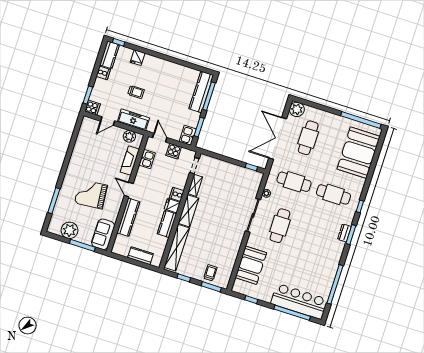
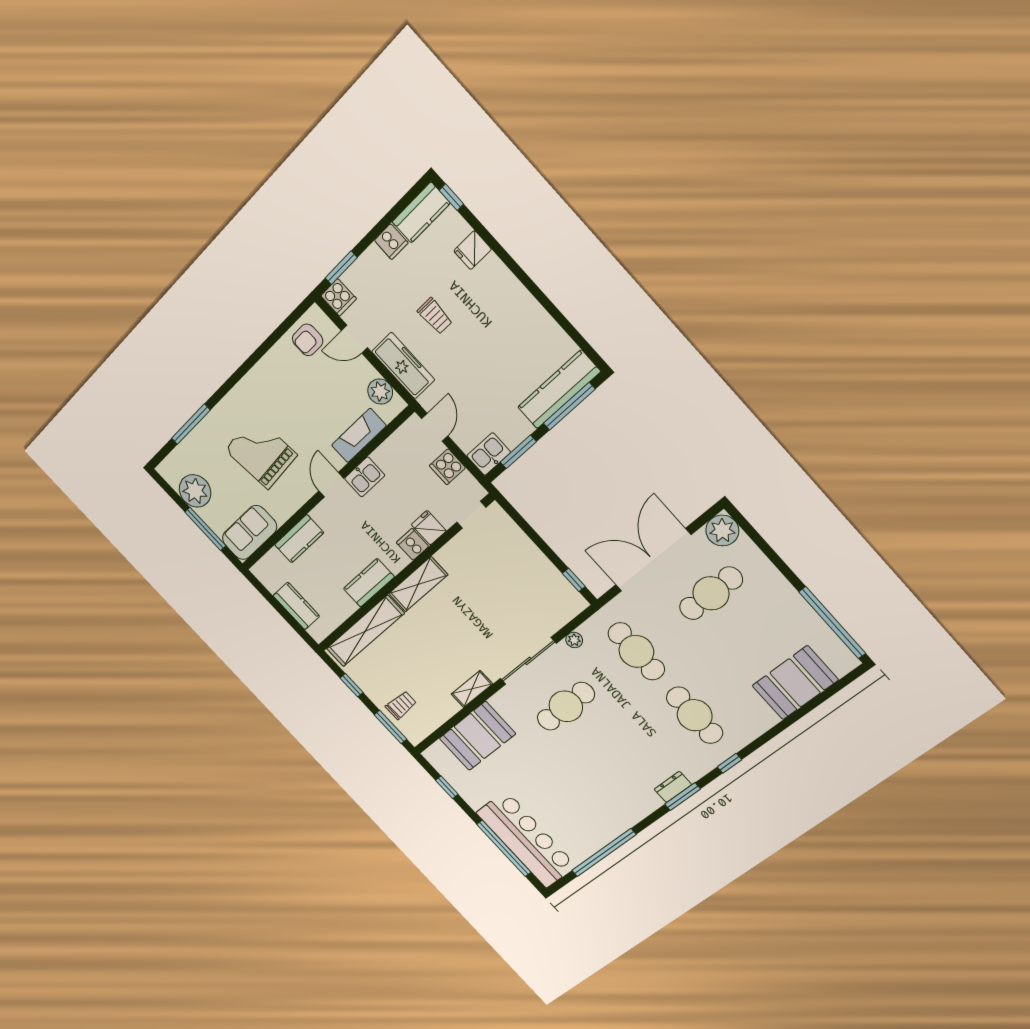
armchair: (88, 133) -> (308, 340), added
booth: (359, 153) -> (795, 683), width x0.73, depth x0.70
kitchen sink: (147, 159) -> (365, 477), moved
shelving: (195, 185) -> (472, 689), moved
fridge: (172, 206) -> (429, 528), moved
kitchen counter: (128, 217) -> (299, 539), width x0.67

